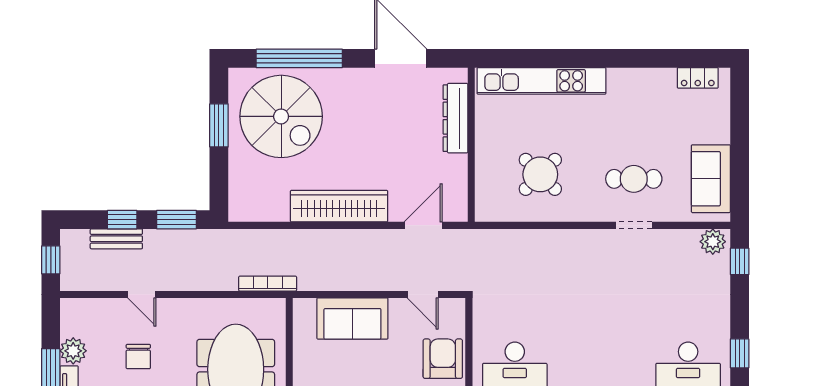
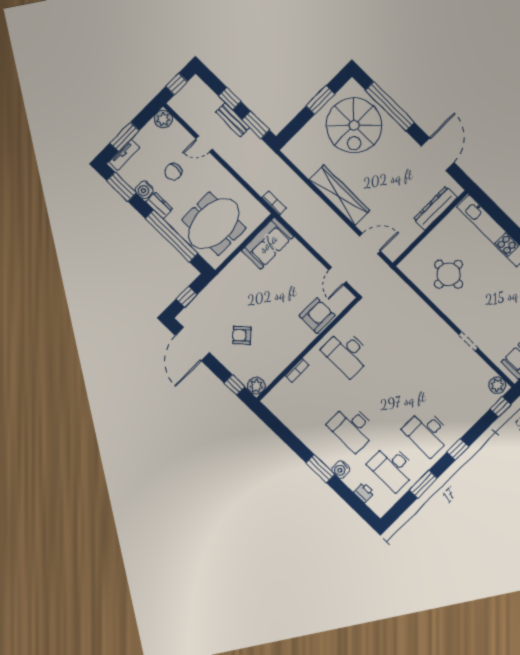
round table: (540, 174) -> (449, 274), turned 45
cafe table: (634, 179) -> (490, 320), removed
bench: (116, 239) -> (233, 120), moved
bookcase: (268, 284) -> (274, 203), width x0.64
door: (142, 294) -> (204, 144), hinge flipped
sofa: (352, 318) -> (268, 243), moved, turned -90
plant: (73, 351) -> (163, 119), moved

